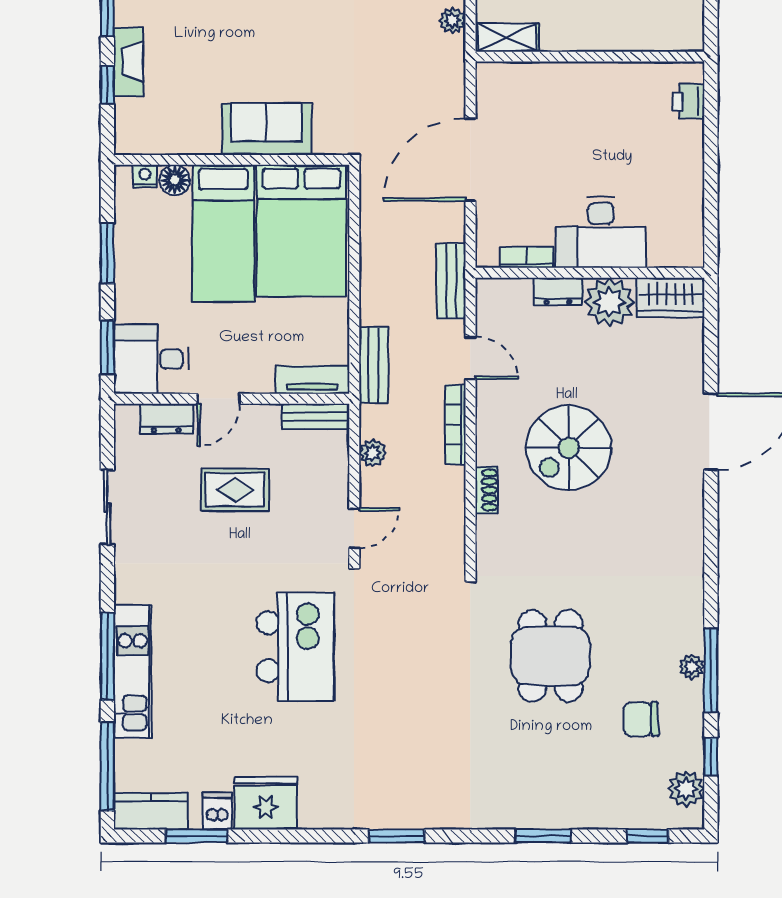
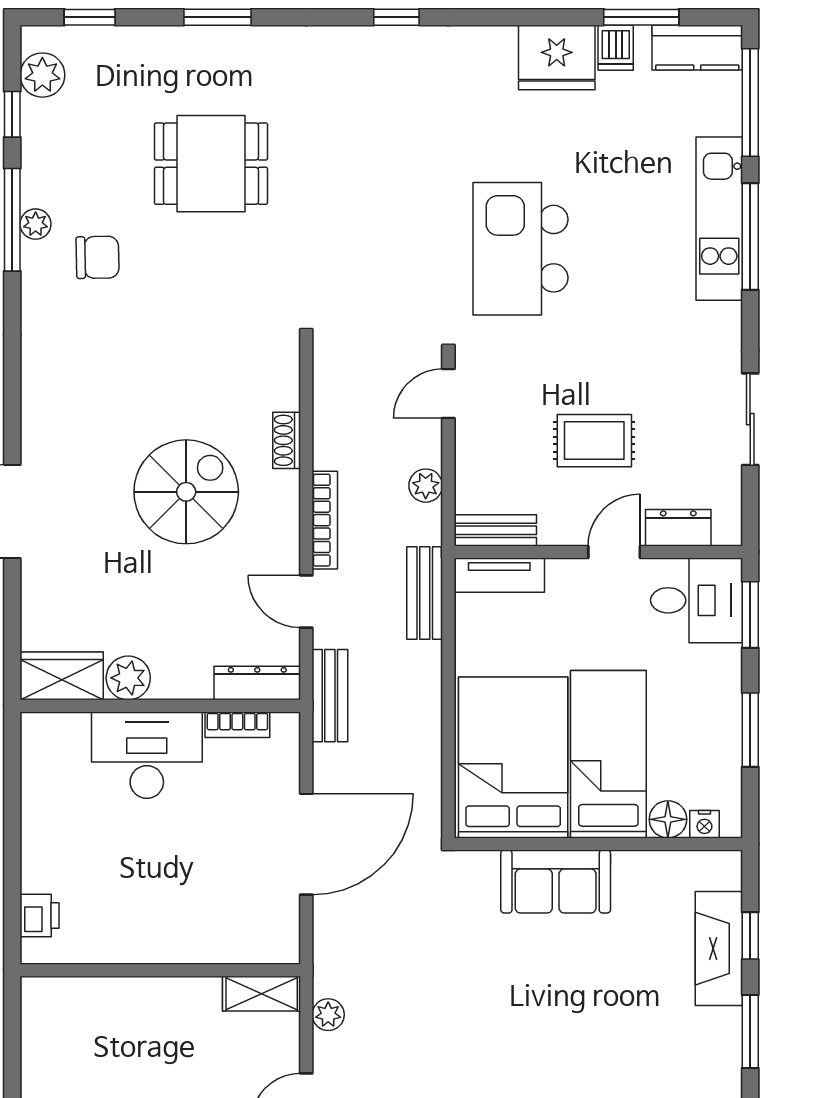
fireplace: (128, 62) -> (719, 949), width x1.37, depth x1.32
dresser: (558, 291) -> (257, 683), moved, width x1.44
plant: (610, 302) -> (128, 678), width x0.73, depth x0.73
dining table: (550, 656) -> (211, 164), moved, turned 90
chair: (641, 719) -> (98, 257), moved
window: (397, 836) -> (396, 17), width x0.67

